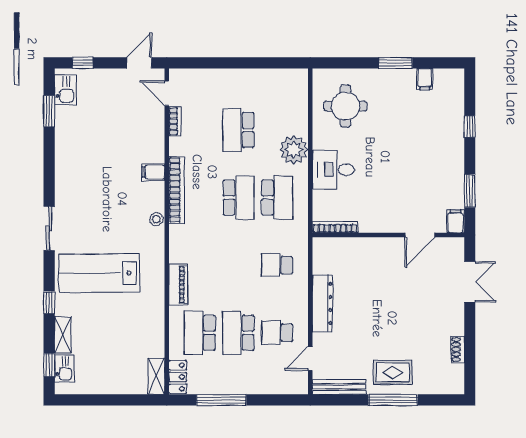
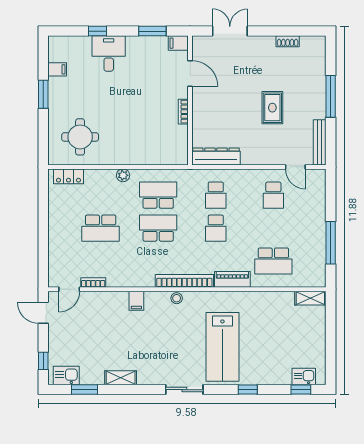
plant: (294, 150) -> (123, 175), width x0.53, depth x0.53
desk: (333, 170) -> (109, 54), moved, turned 180
bookcase: (177, 190) -> (184, 281), moved
bookcase: (335, 227) -> (183, 112), moved, width x0.64
dresser: (323, 304) -> (216, 157), moved
school desk: (239, 333) -> (216, 228), moved, width x0.54
shelving: (63, 335) -> (121, 378), moved
rug: (393, 372) -> (272, 108), moved
locker: (178, 377) -> (68, 176), moved, turned 180

